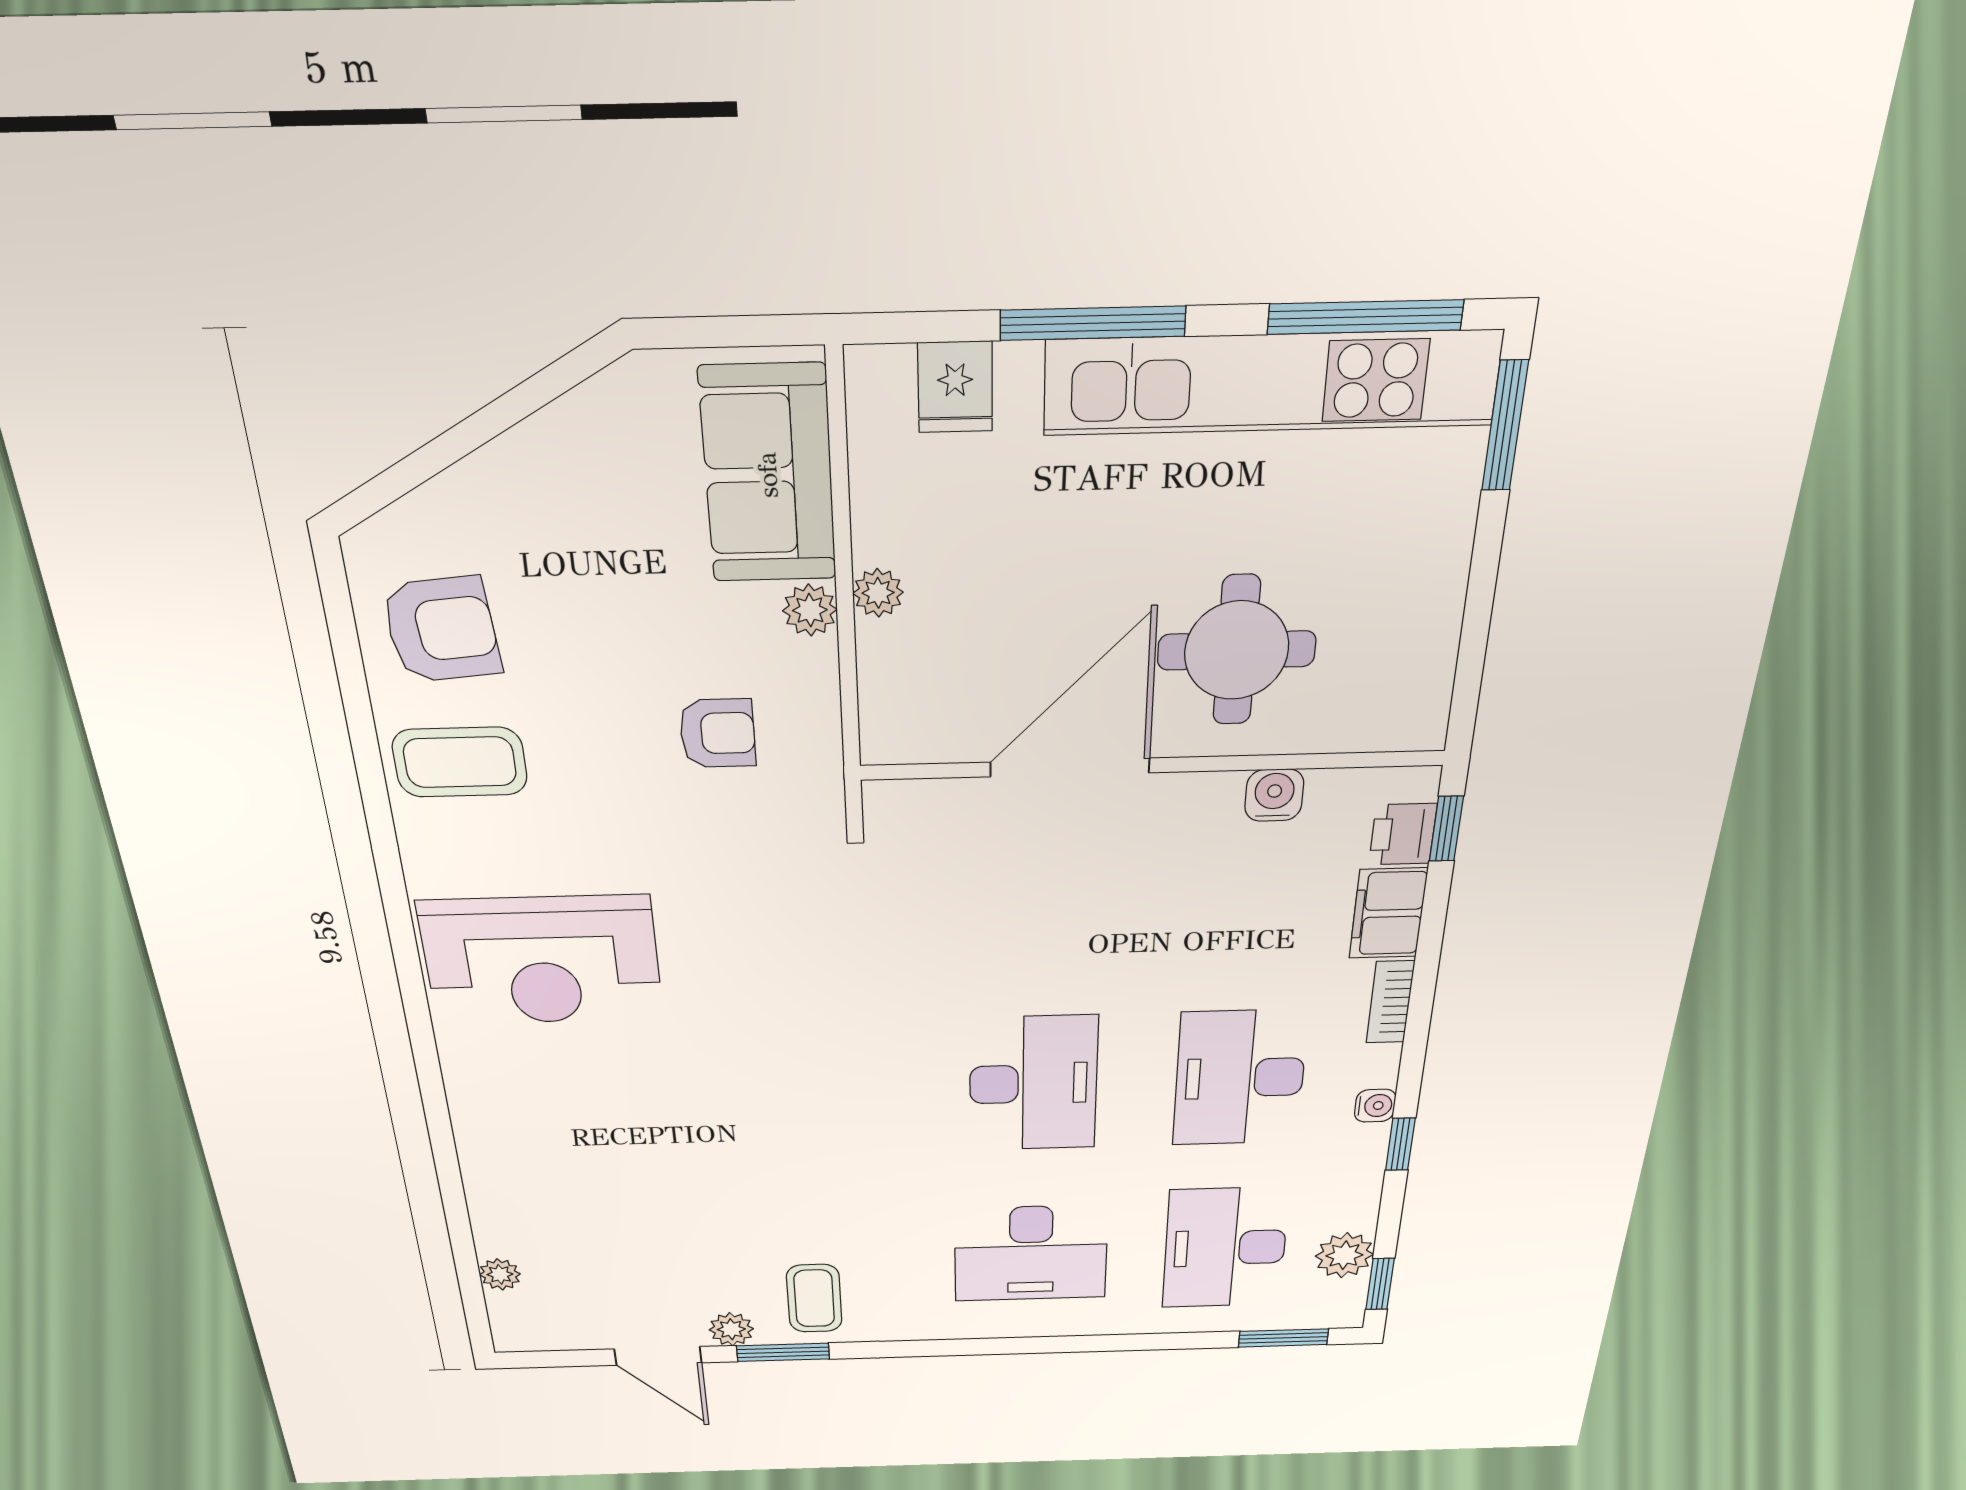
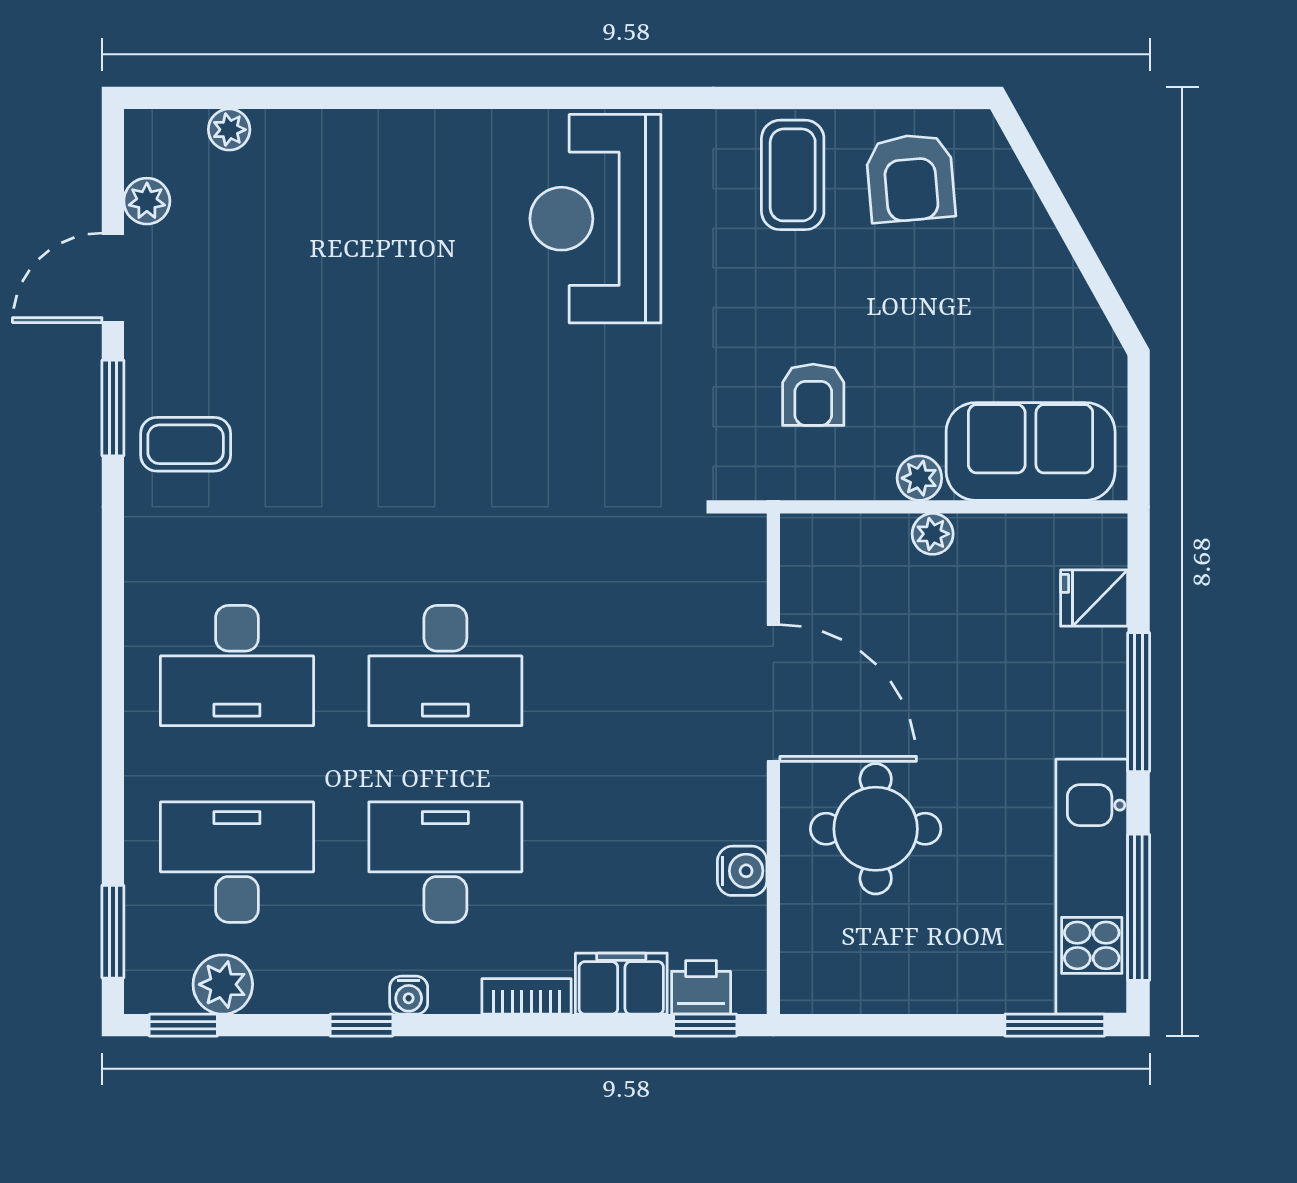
kitchen unit: (1272, 383) -> (1092, 887), width x0.73
desk: (1031, 1253) -> (237, 666), turned -90
plant: (731, 1329) -> (147, 201), moved

